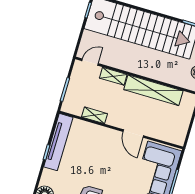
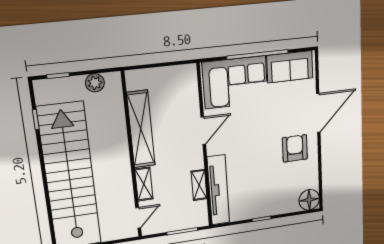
door: (90, 62) -> (138, 218), swing flipped
tv unit: (58, 142) -> (218, 190), moved, turned 90

